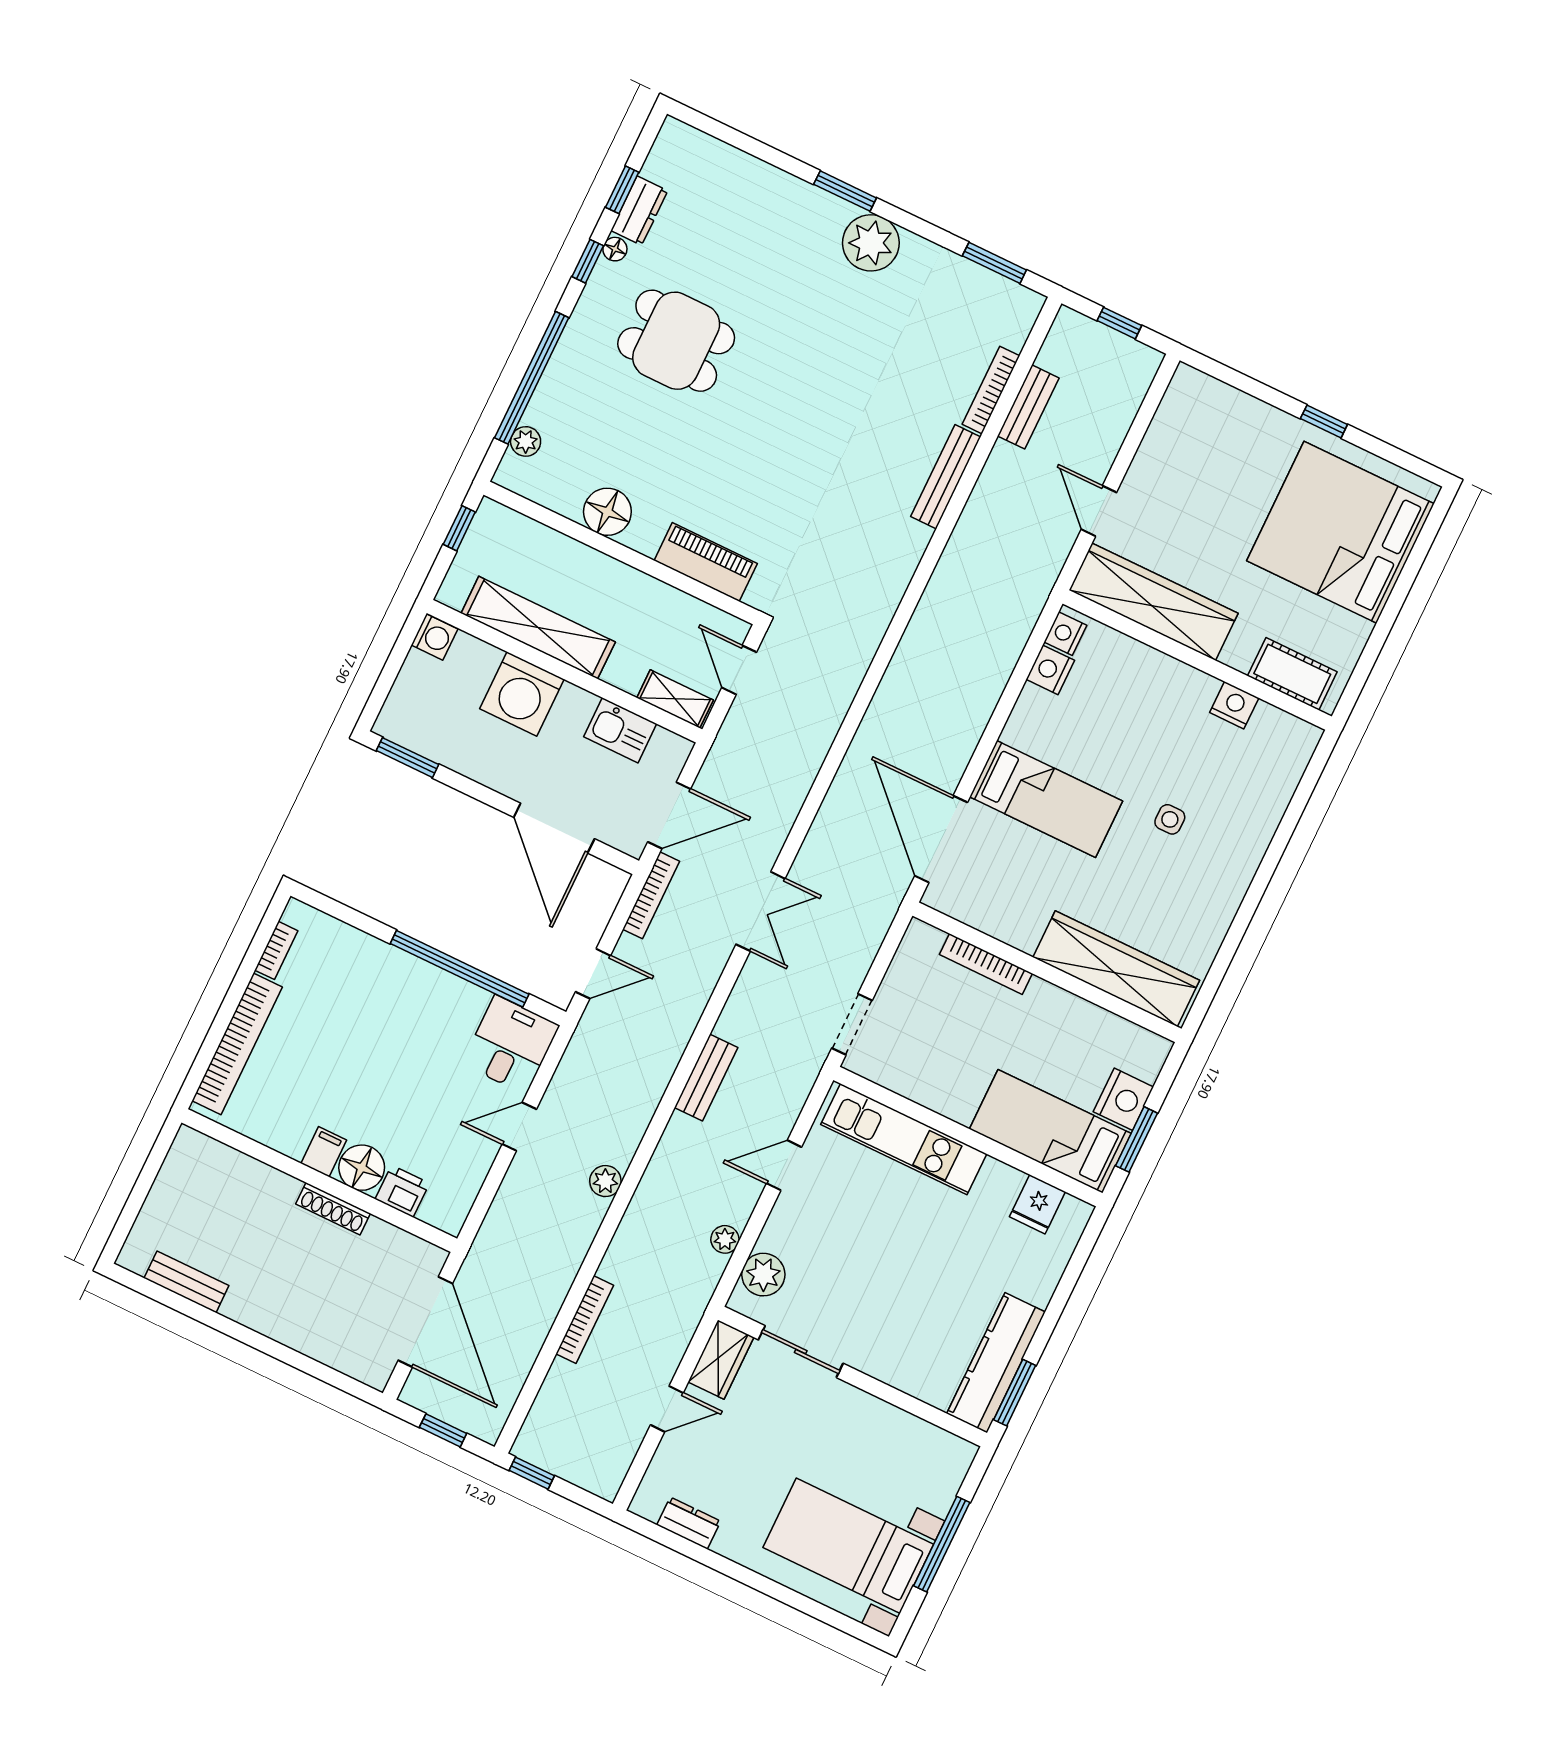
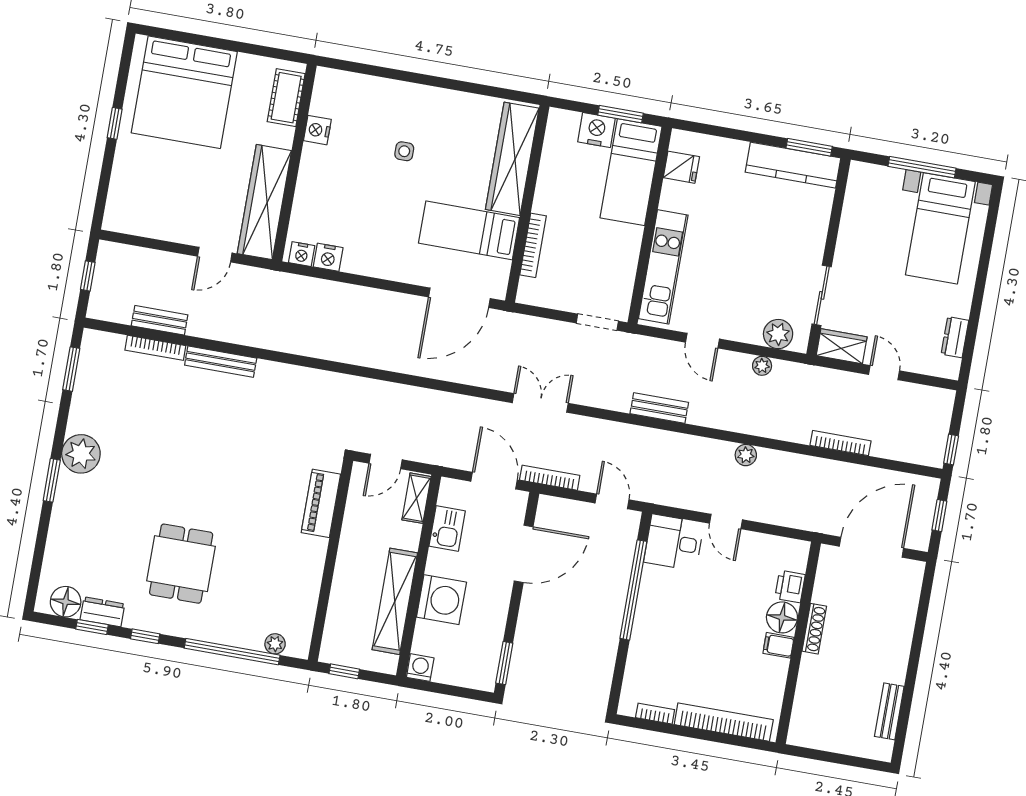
floor lamp: (615, 249) -> (66, 602), moved, width x1.89, depth x1.89
floor lamp: (607, 512) -> (306, 577), removed
bed: (1046, 799) -> (469, 230), moved, turned -90

